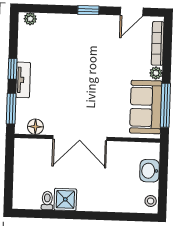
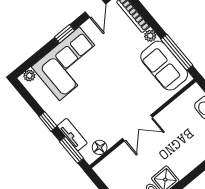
corner sofa: (71, 38) -> (69, 64), added
tv unit: (23, 80) -> (72, 135), moved
double door: (80, 138) -> (137, 128), width x0.73

